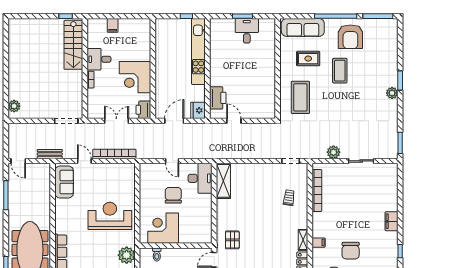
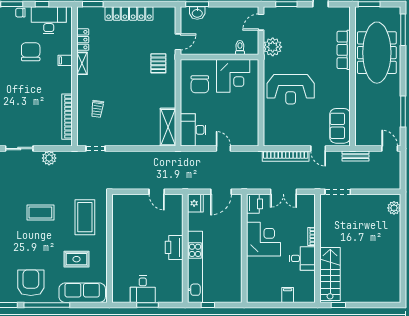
coffee table: (340, 71) -> (40, 212), moved, turned 90
printer: (218, 98) -> (174, 247), moved
chair: (173, 195) -> (200, 84), moved

